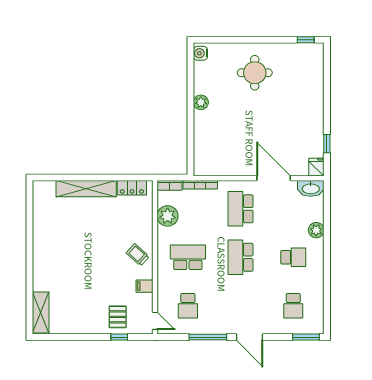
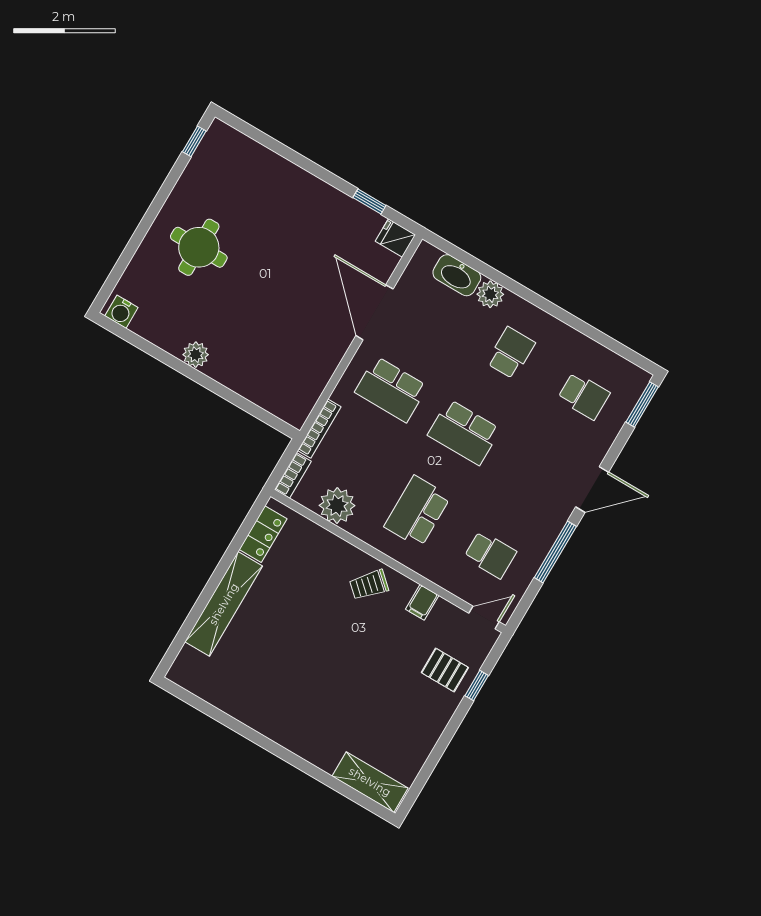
door: (274, 178) -> (374, 312), hinge flipped
washbasin: (311, 188) -> (457, 275), moved, turned 90

